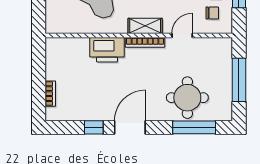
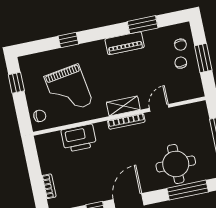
chair: (212, 13) -> (40, 116), moved
printer: (107, 50) -> (79, 138), moved

